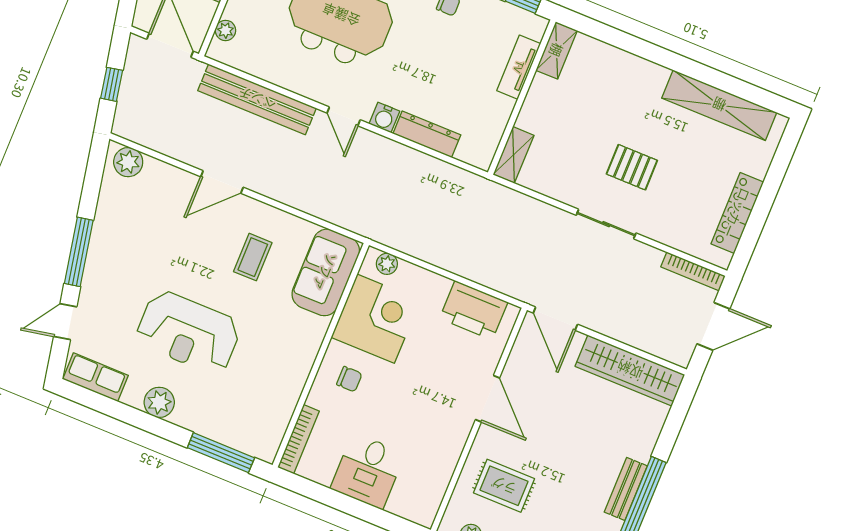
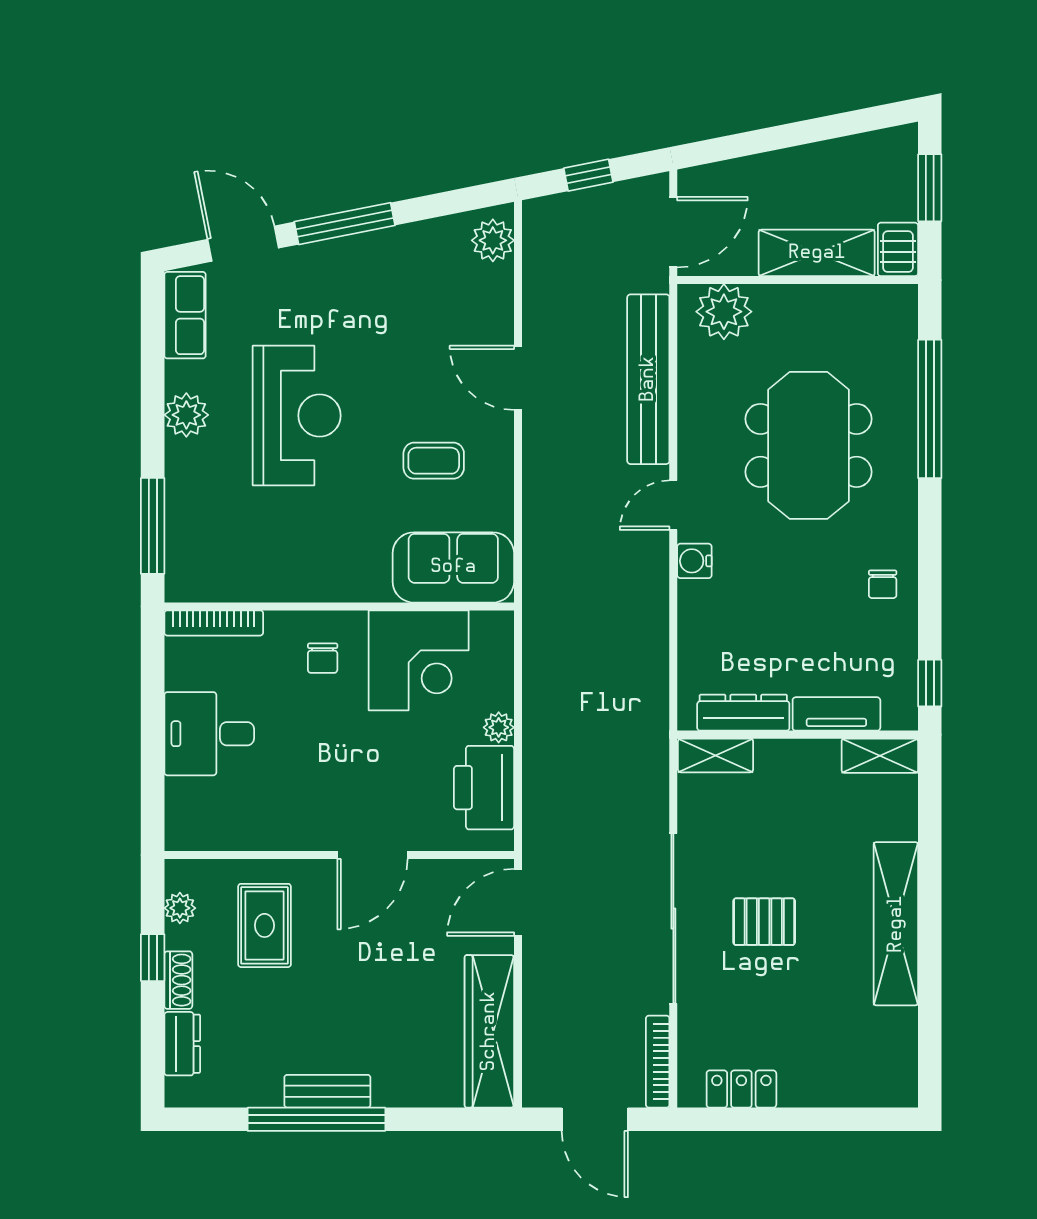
plant: (225, 30) -> (724, 312), width x1.88, depth x1.88
shelving: (719, 105) -> (896, 924), moved
dresser: (427, 134) -> (743, 713), moved, turned -90
pallet: (632, 167) -> (764, 922), turned 90
locker: (737, 213) -> (741, 1089), width x0.66
sliding door: (606, 224) -> (673, 919), width x1.86
plant: (387, 264) -> (499, 727), moved
door: (65, 322) -> (243, 244), width x1.37
reception desk: (188, 332) -> (297, 415), turned 180

